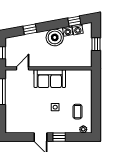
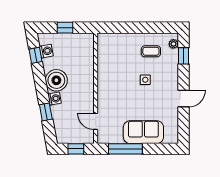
washing machine: (68, 31) -> (55, 99), moved
sofa: (50, 79) -> (143, 132), moved, turned -90
window: (59, 137) -> (184, 56), moved

